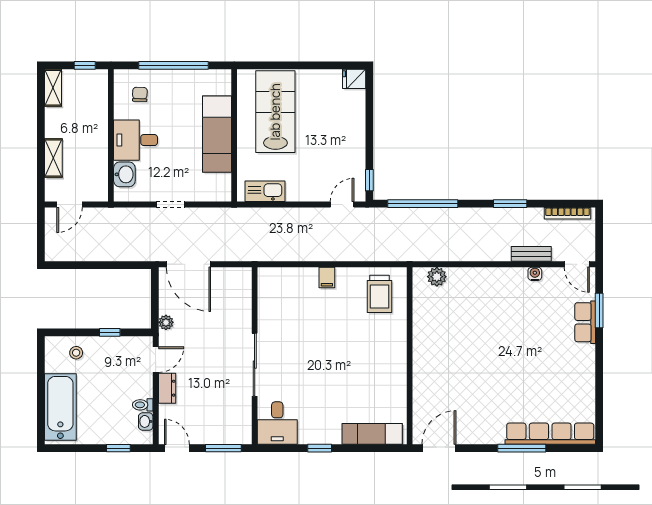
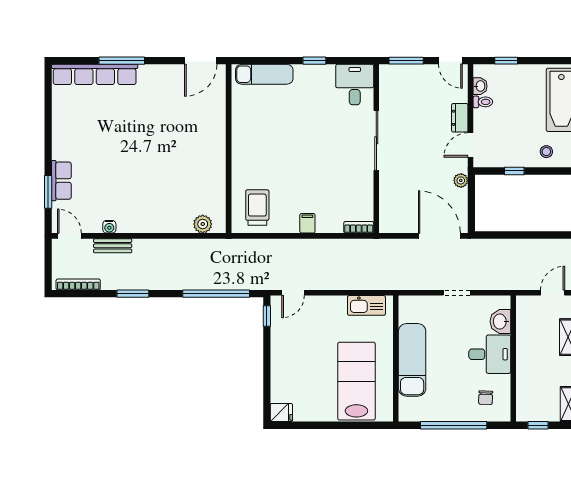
lab bench: (275, 112) -> (356, 381), turned 180
bookcase: (273, 273) -> (359, 227), added

